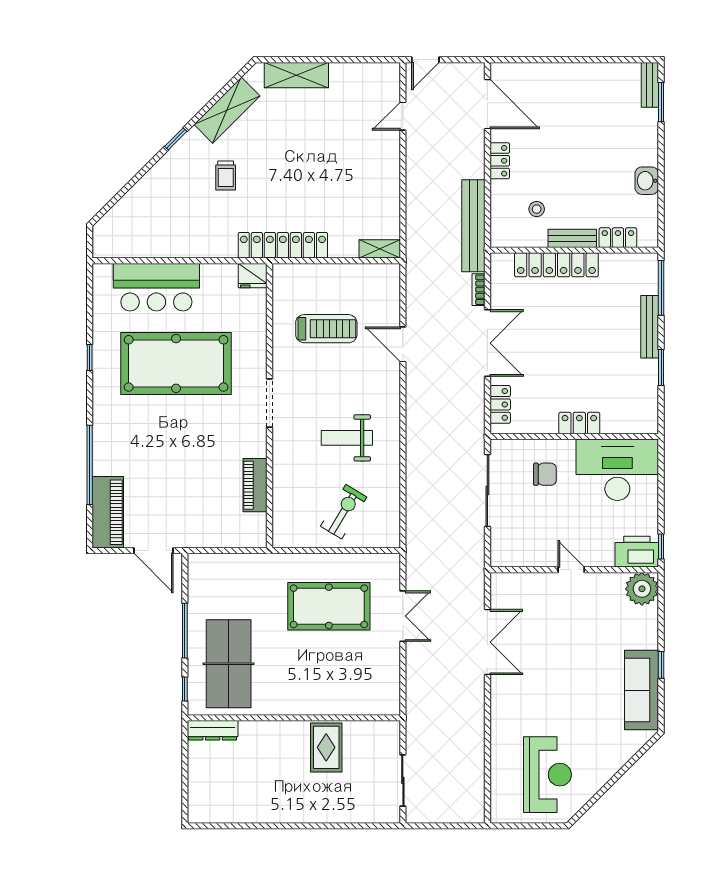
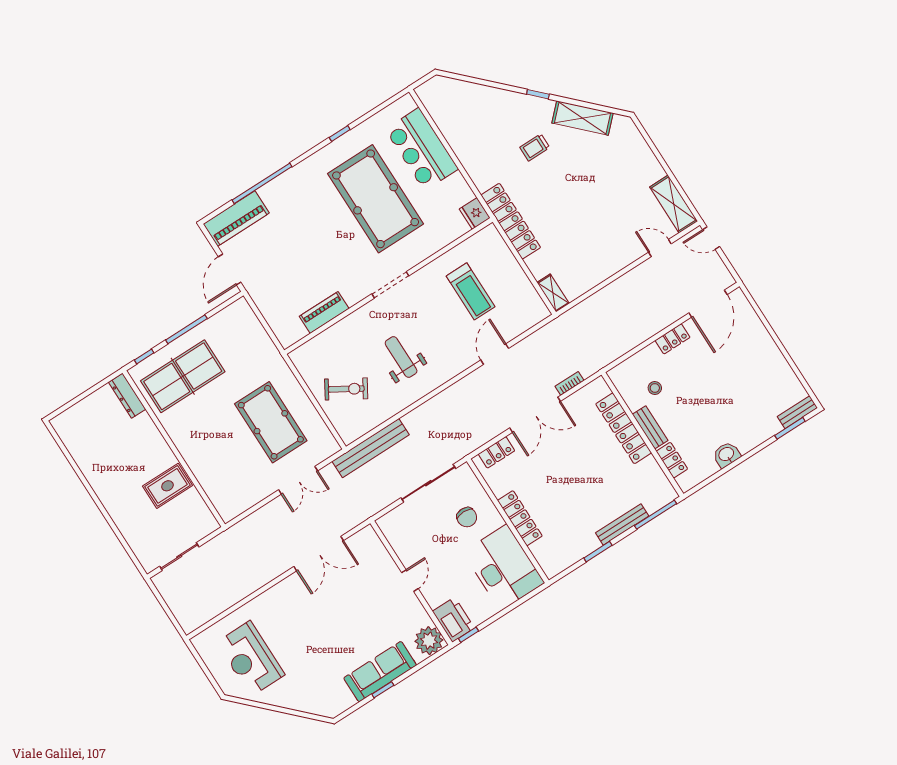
shelving: (296, 75) -> (674, 204), moved
bench: (473, 226) -> (371, 448), moved
locker: (579, 423) -> (520, 518), width x1.53
sofa: (642, 690) -> (380, 672), moved
reception desk: (547, 775) -> (251, 659), turned 90

